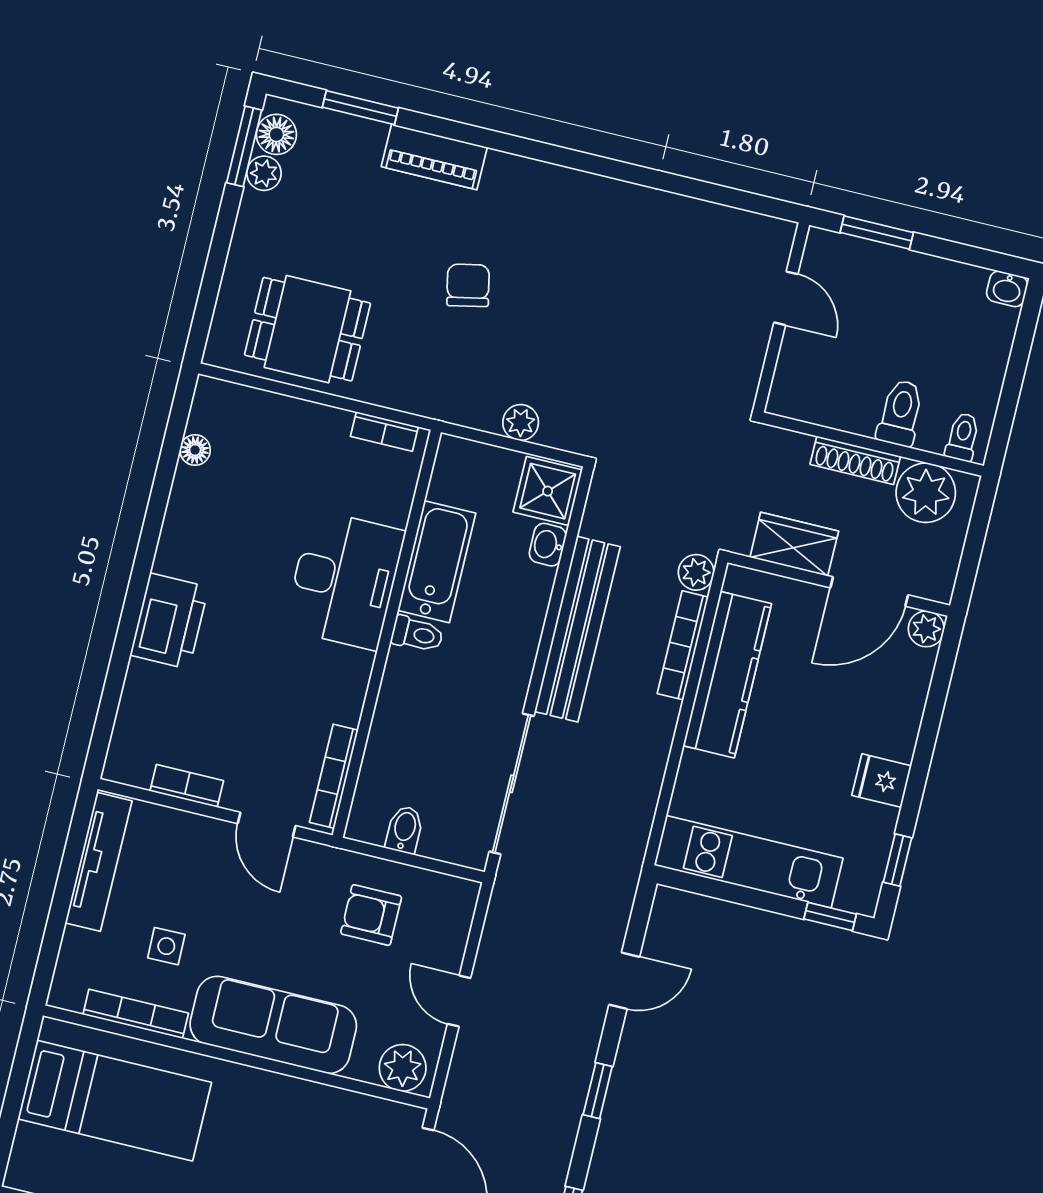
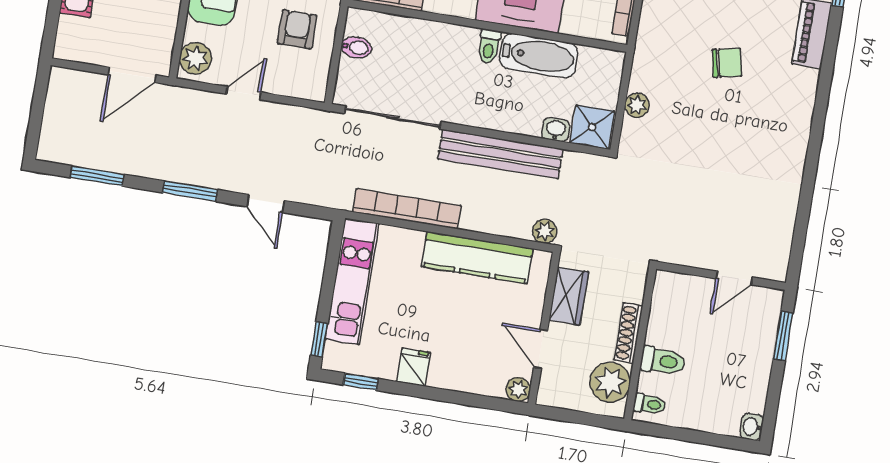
door: (869, 591) -> (541, 349), width x0.73
bookcase: (683, 645) -> (407, 209), moved, width x1.48, depth x1.31
window: (598, 1091) -> (190, 191), width x1.50

